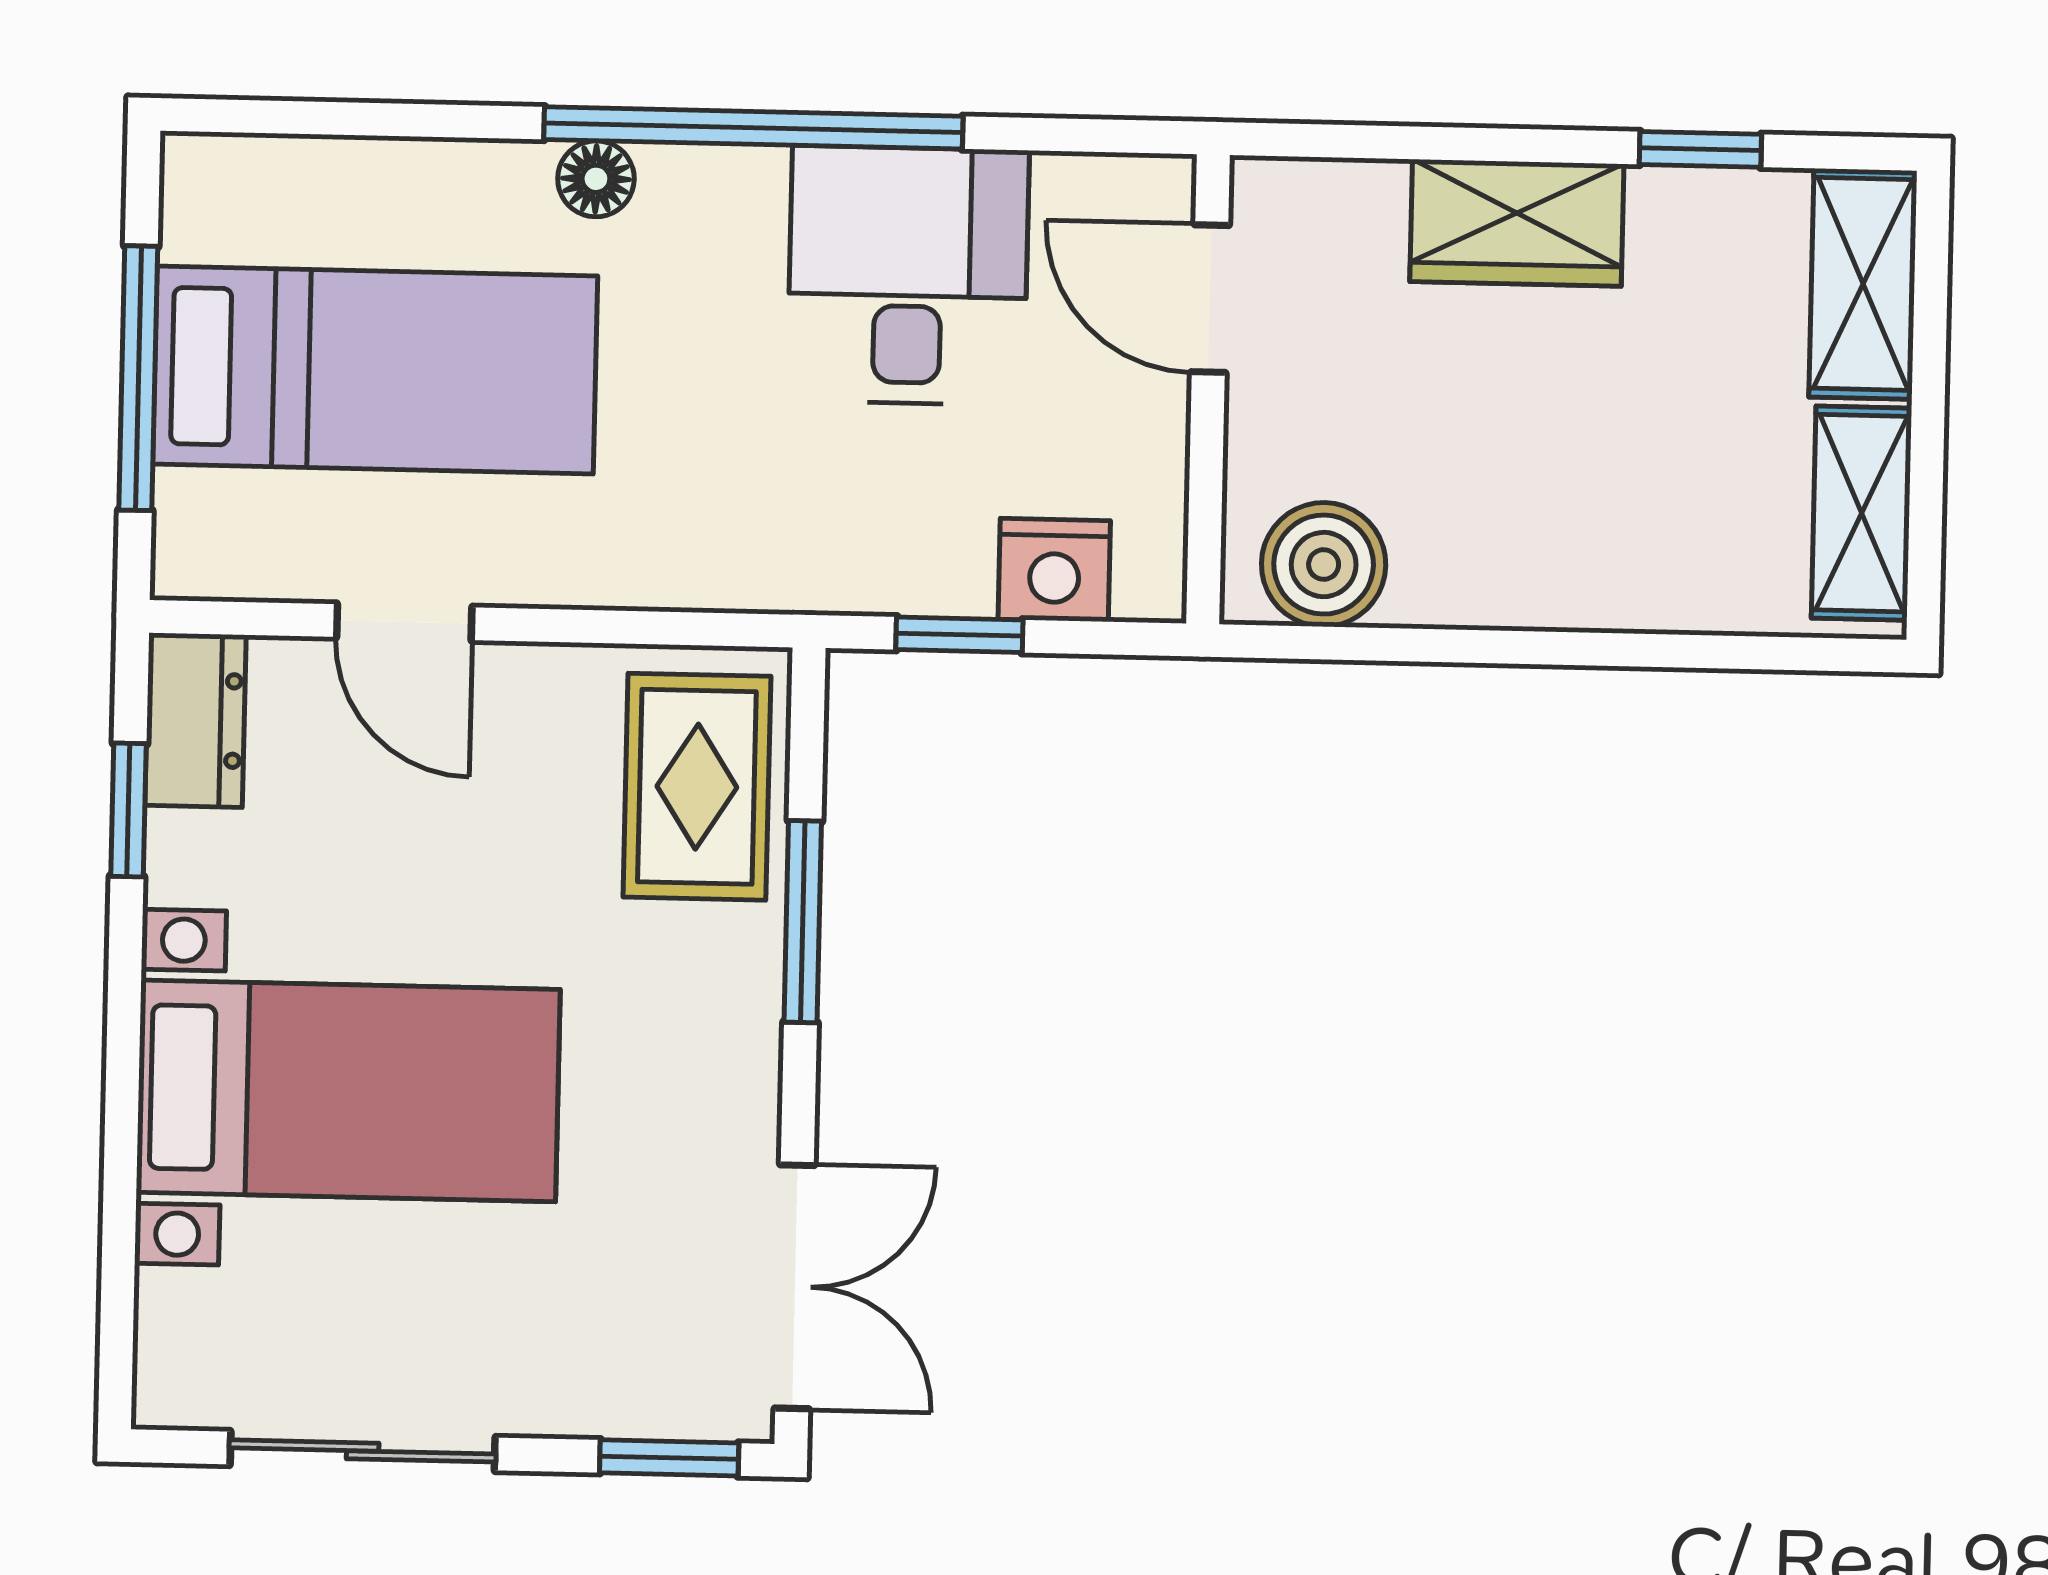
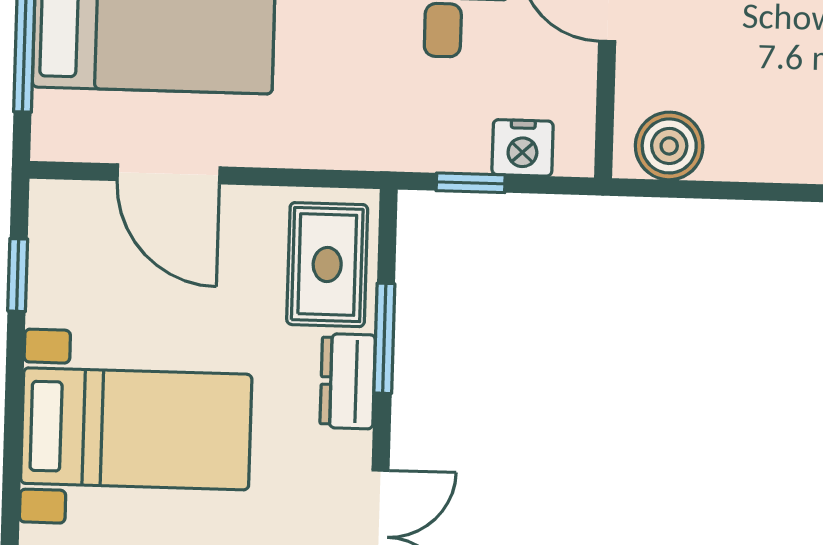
door: (404, 622) -> (169, 174), width x1.38
dresser: (195, 720) -> (348, 381), moved, turned 180

